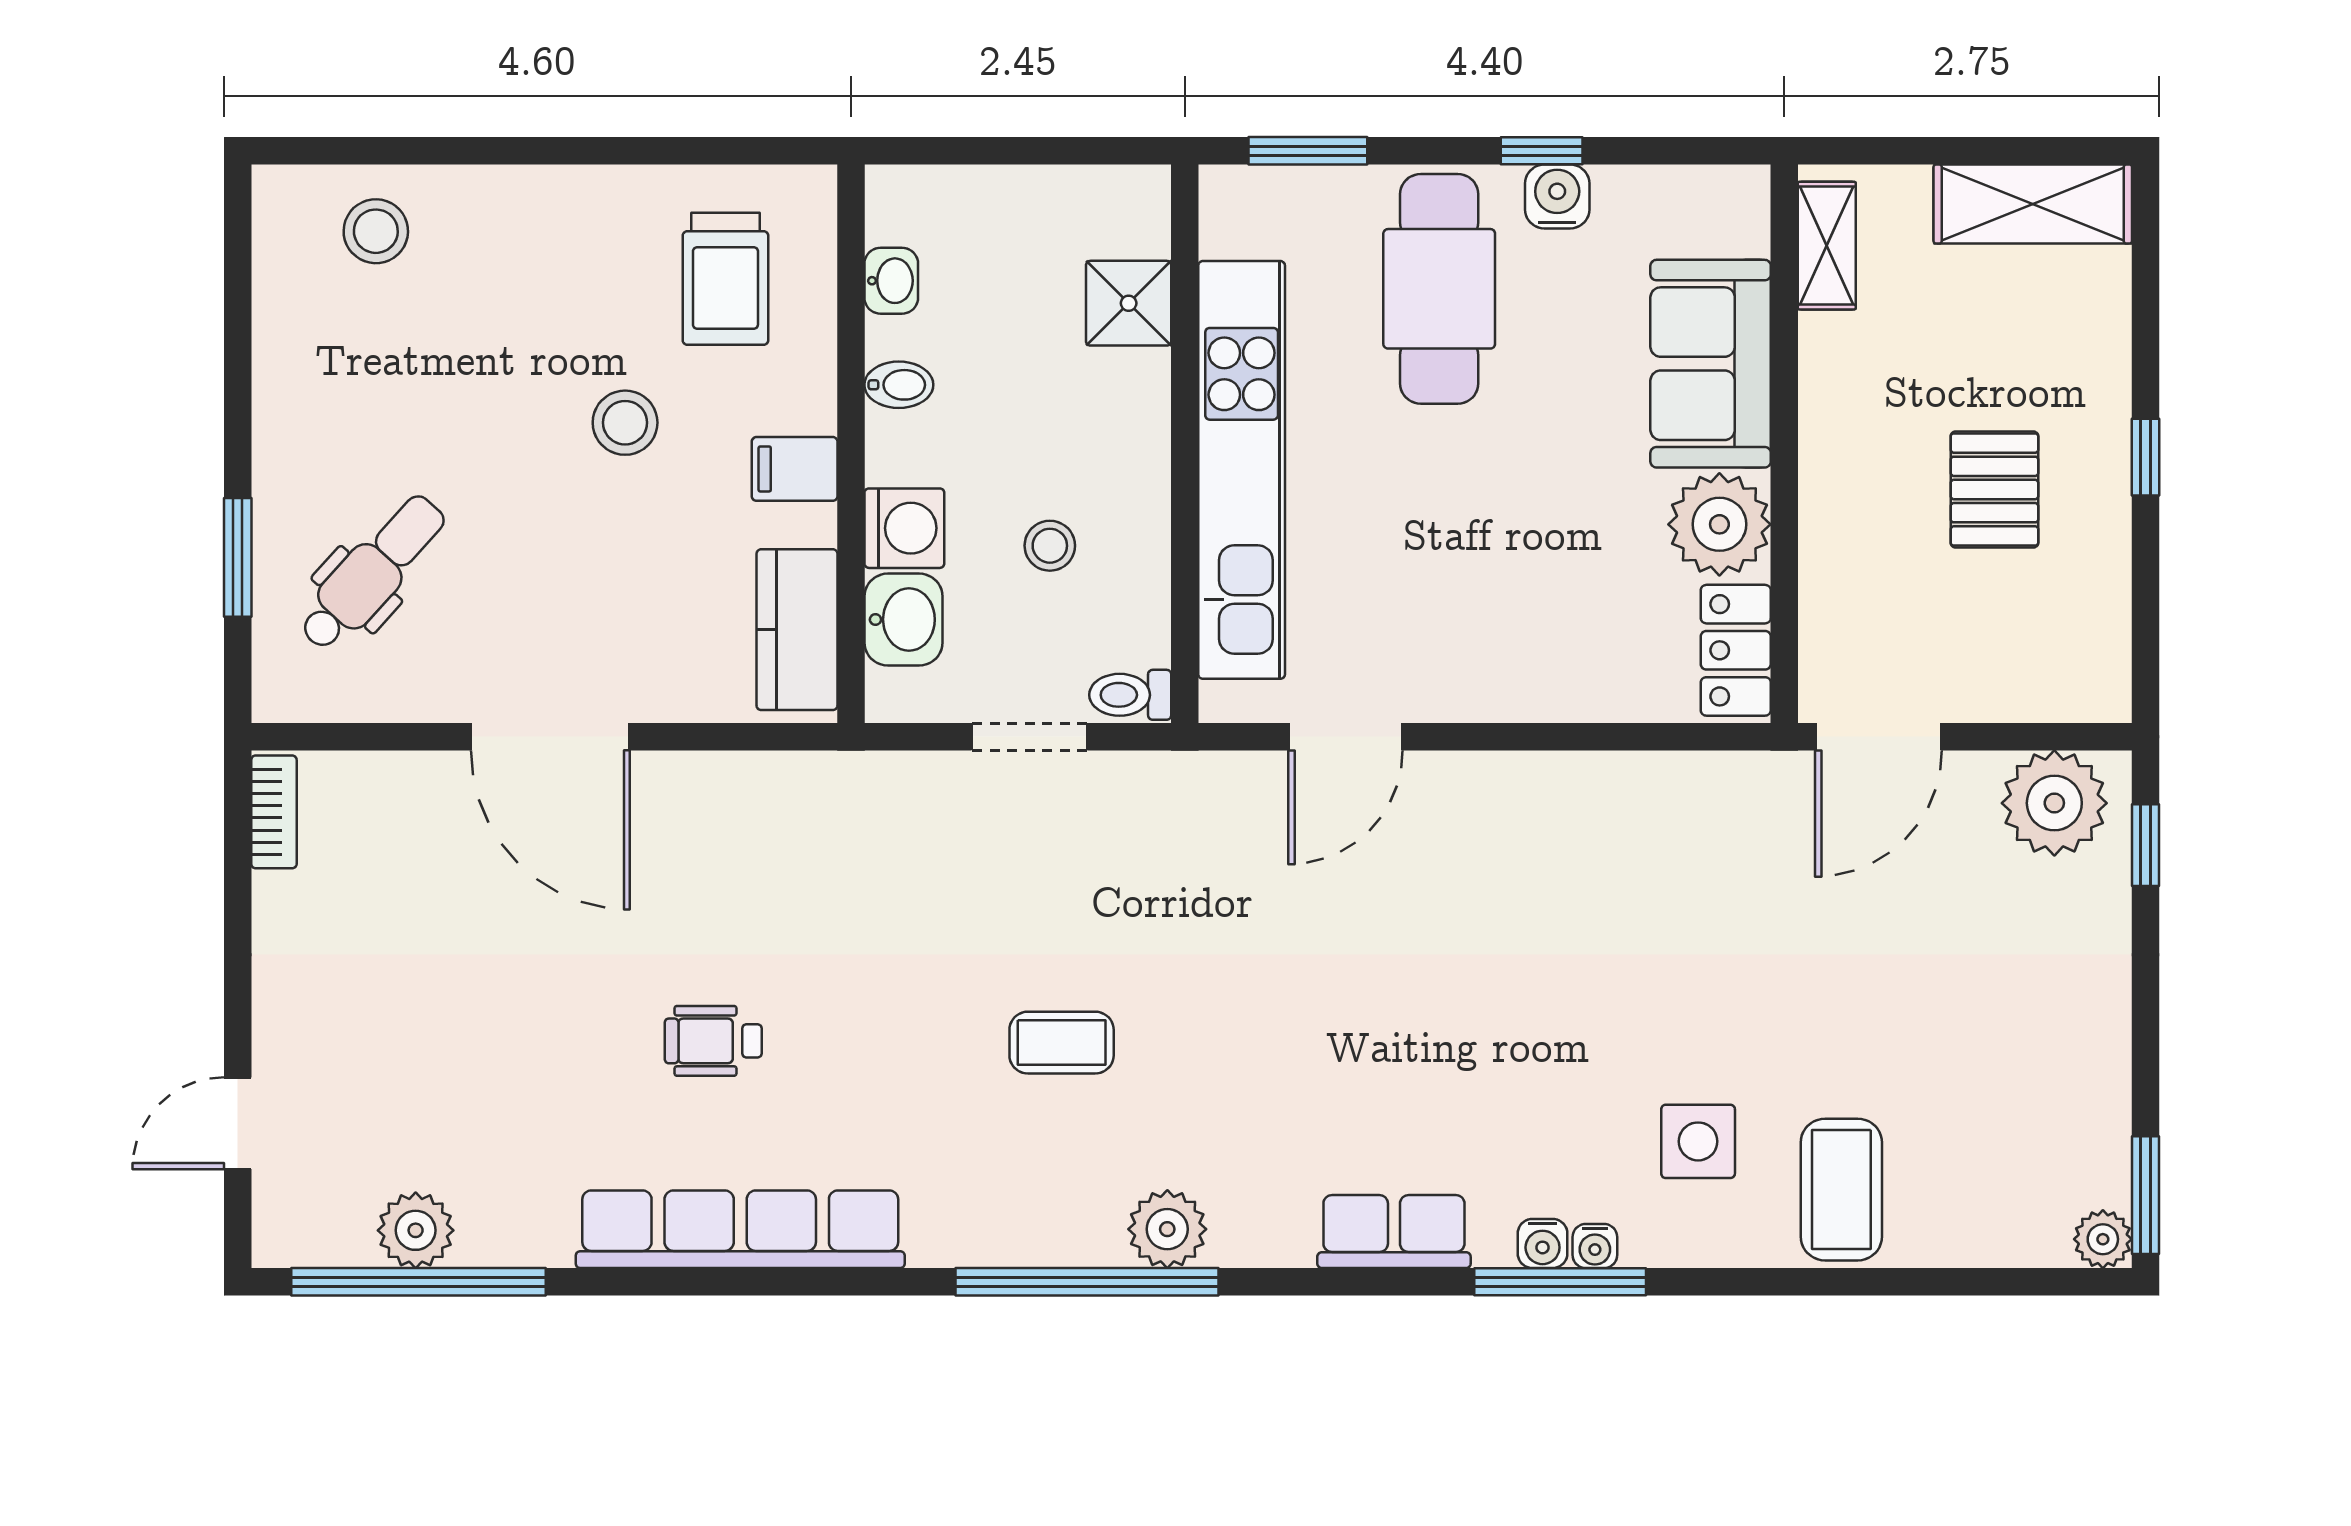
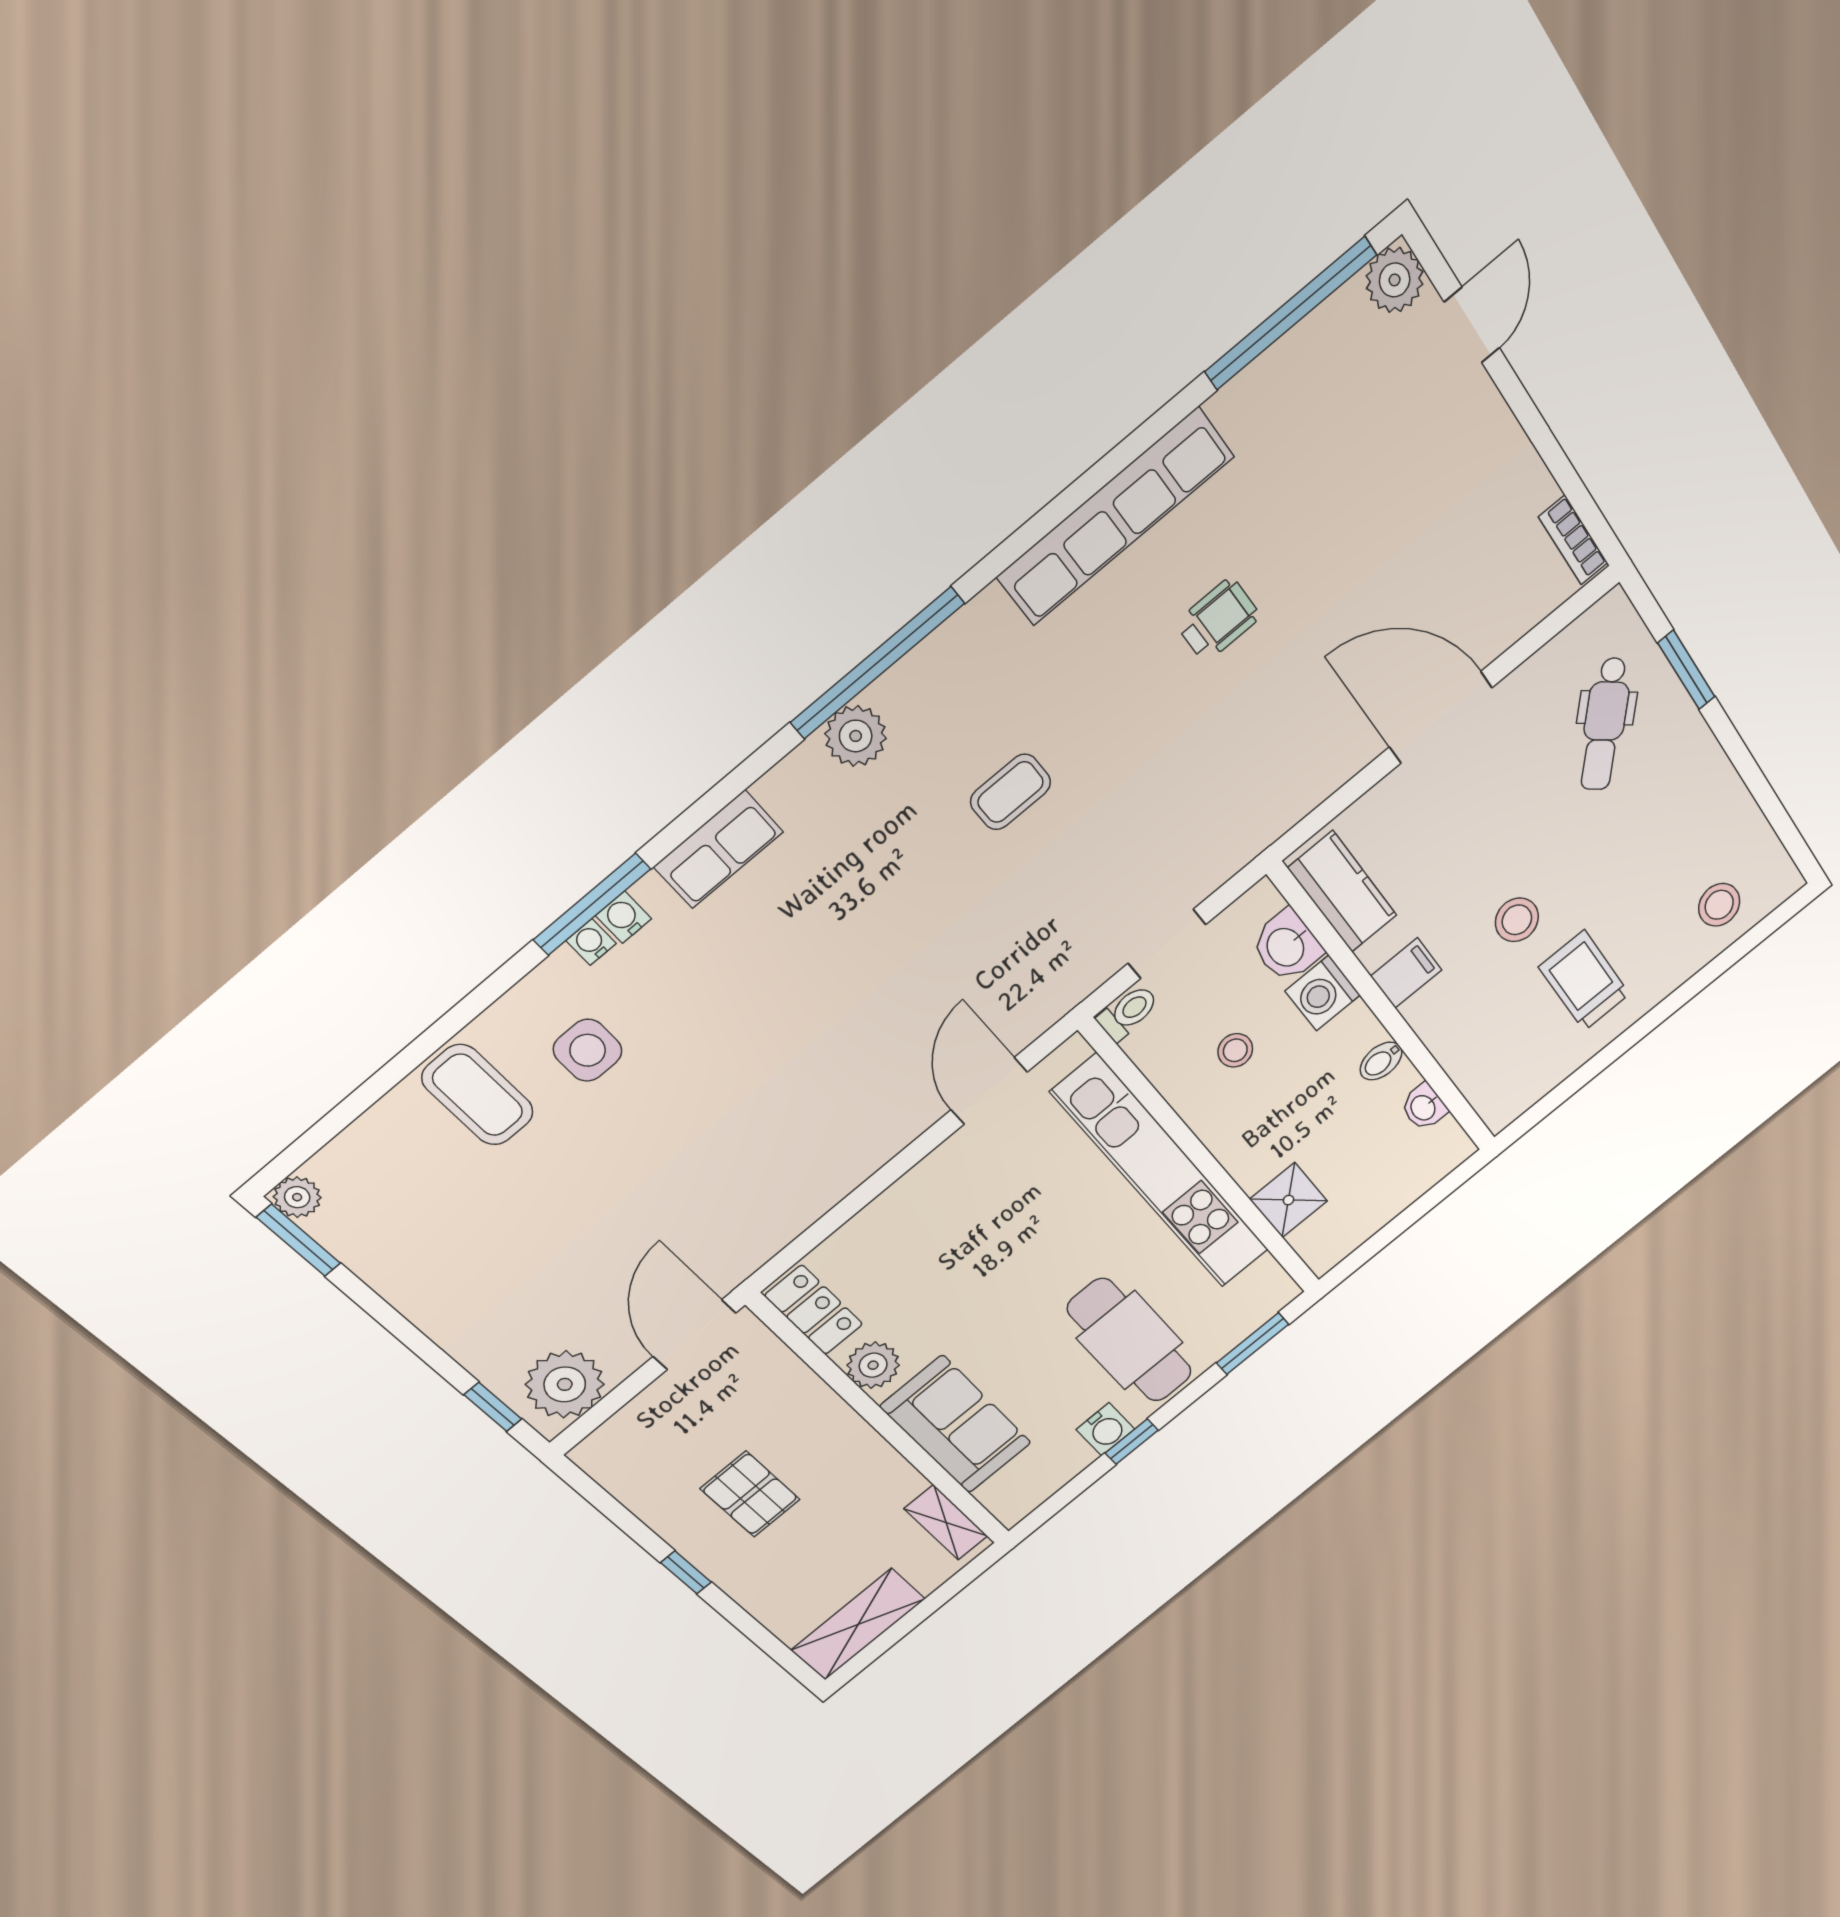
trolley: (725, 279) -> (1584, 981), moved
plant: (1719, 524) -> (873, 1365), width x0.73, depth x0.73
plant: (416, 1230) -> (1395, 280), moved

